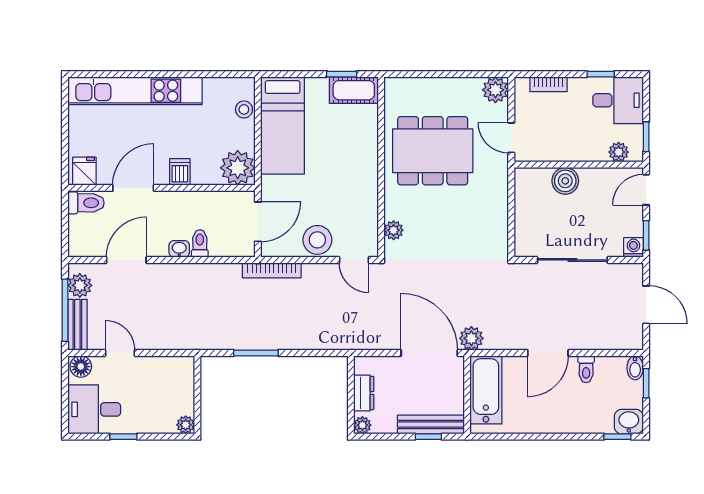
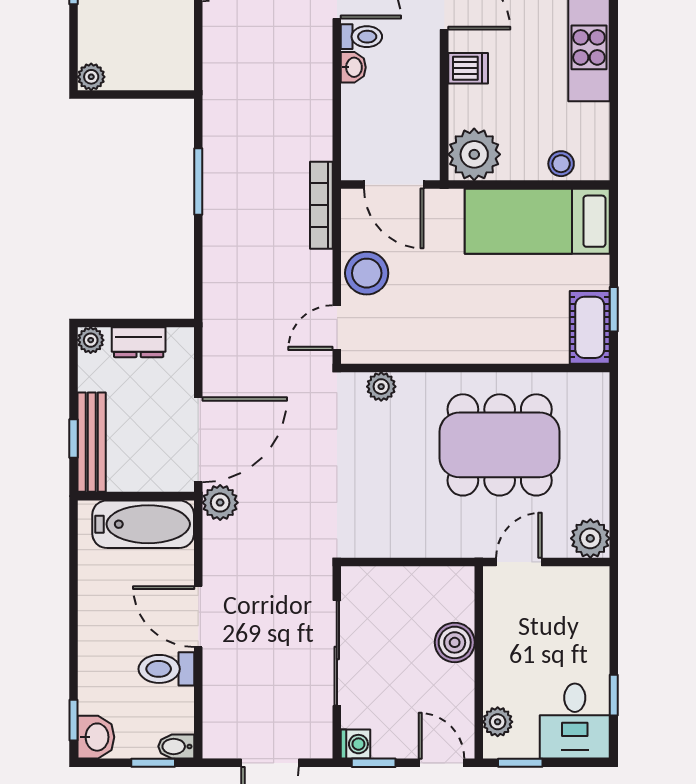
bookcase: (549, 84) -> (599, 617), removed
dining table: (433, 151) -> (500, 445), turned 90
toilet: (200, 243) -> (361, 37), moved
toilet: (586, 369) -> (166, 669), width x1.37, depth x1.39

